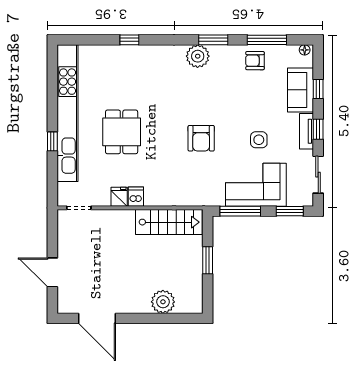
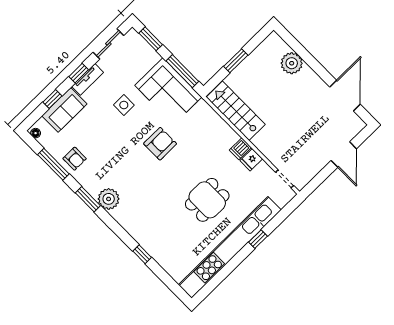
corner sofa: (256, 185) -> (168, 91), moved

